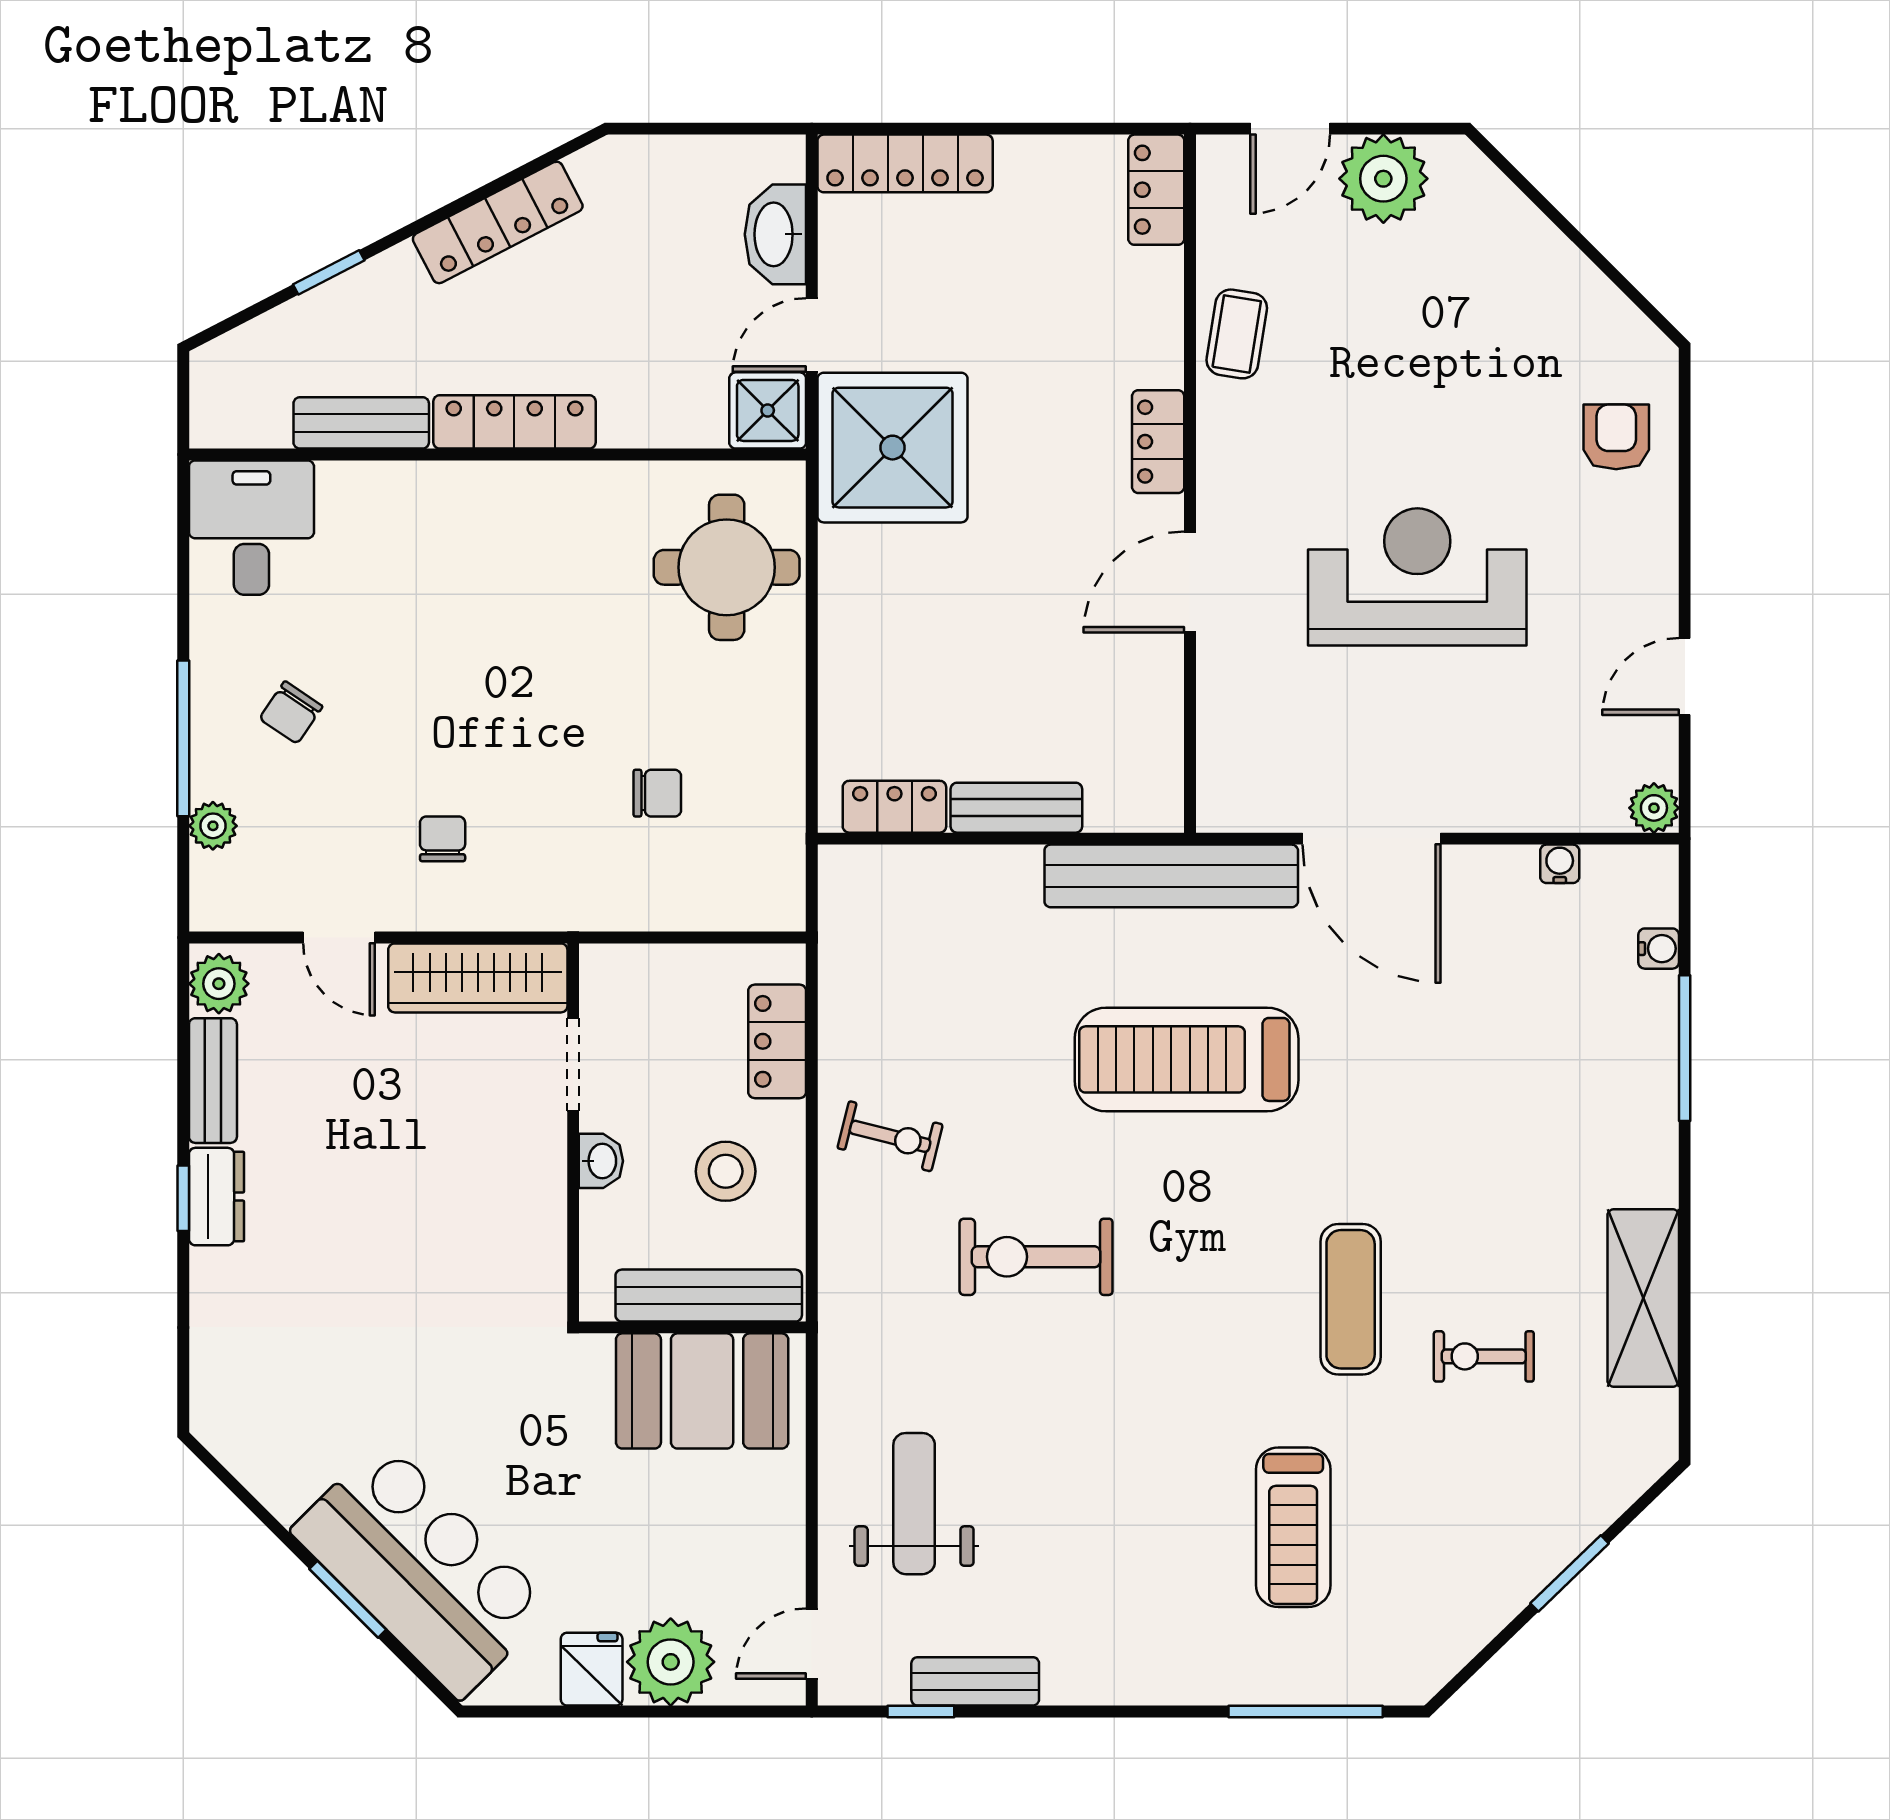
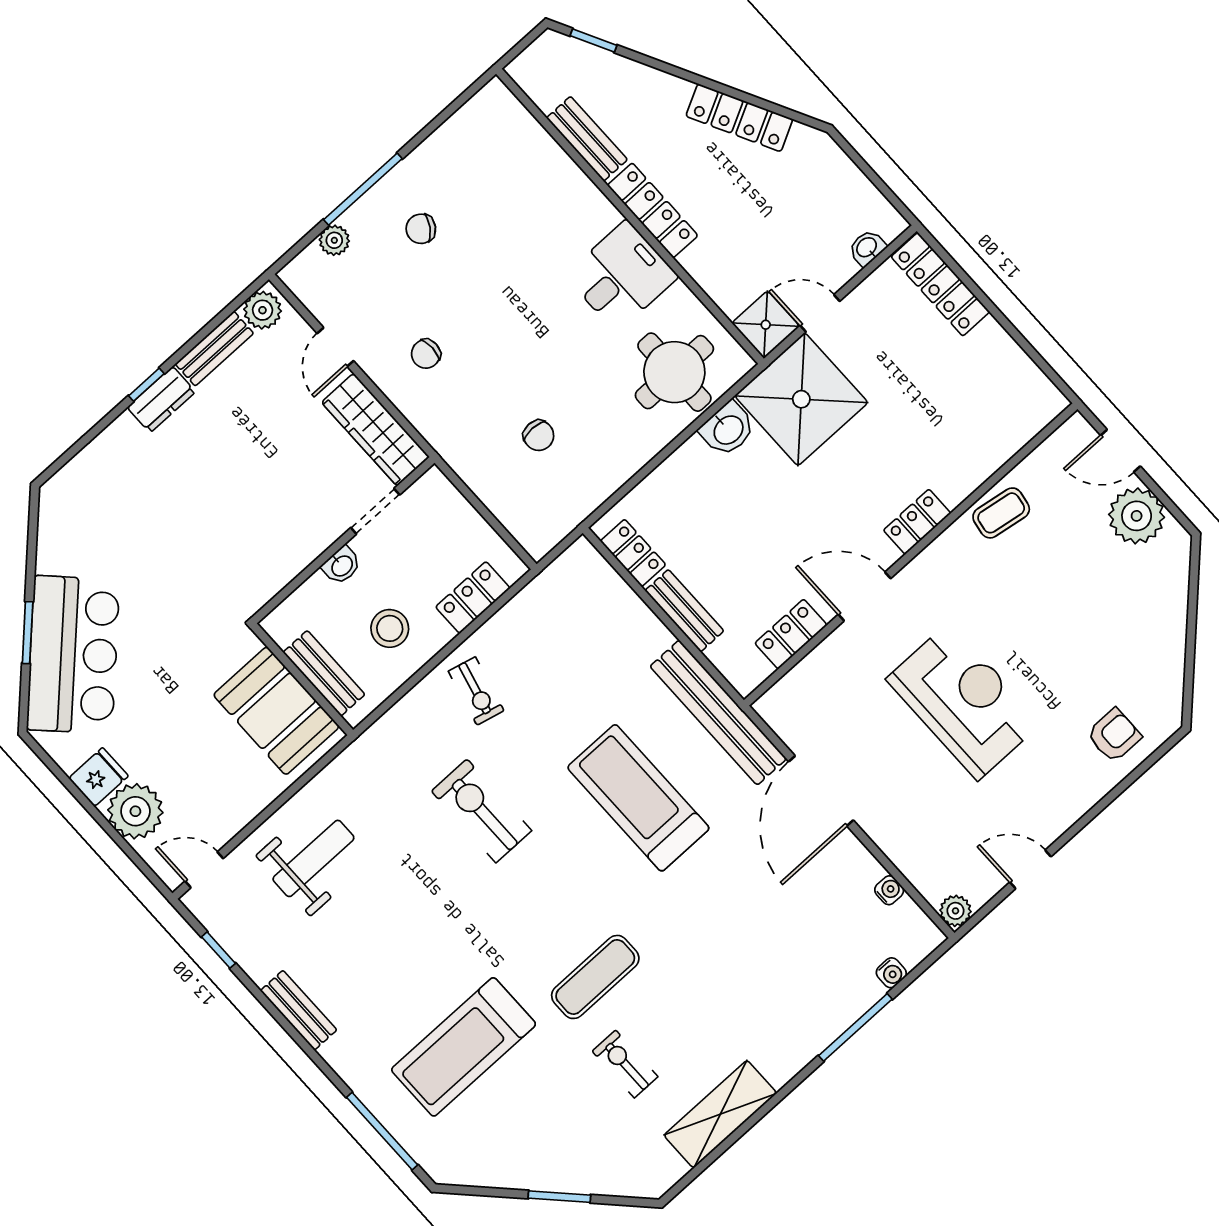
locker: (1156, 190) -> (791, 634), moved
washbasin: (775, 234) -> (867, 248), width x0.52, depth x0.69
window: (329, 272) -> (593, 41), moved
desk: (251, 528) -> (621, 276), moved
washbasin: (850, 565) -> (728, 429), added
chair: (443, 839) -> (426, 354), turned 180
bench: (709, 1296) -> (324, 673), width x0.73
treadmill: (1293, 1527) -> (464, 1047), width x1.37, depth x1.38
bench: (975, 1681) -> (299, 1010), moved

